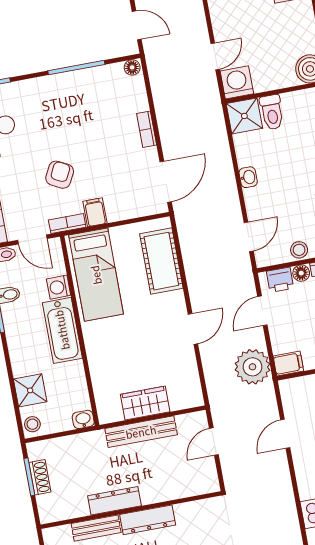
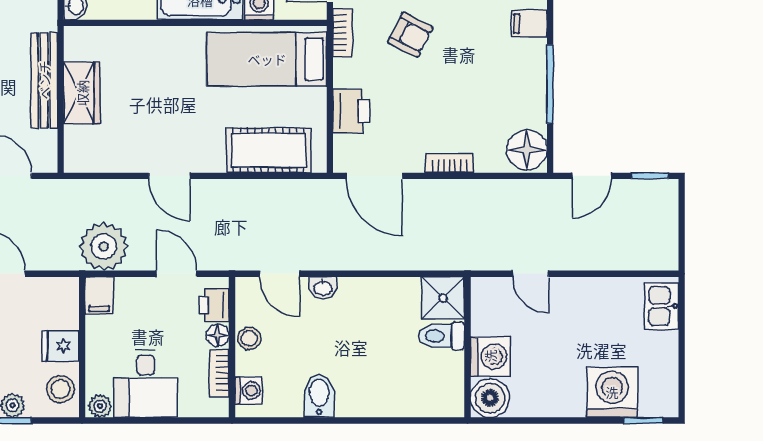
floor lamp: (132, 67) -> (527, 150), width x1.89, depth x1.89
washing machine: (237, 82) -> (490, 356), moved
washbasin: (248, 177) -> (323, 288), moved
printer: (122, 207) -> (351, 111), added
filing cabinet: (95, 212) -> (529, 24), moved, turned 180

